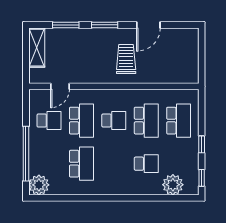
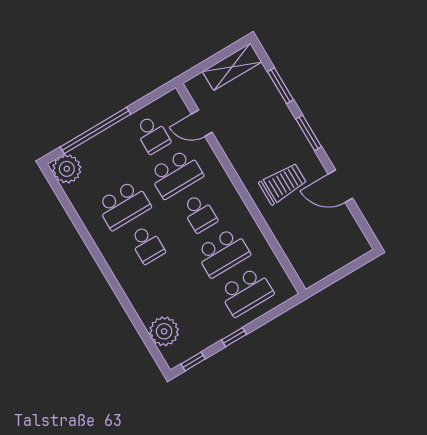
school desk: (146, 164) -> (147, 244), moved

